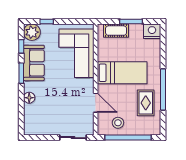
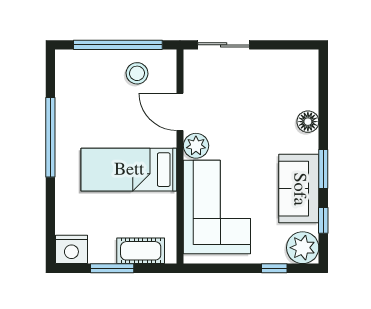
plant: (87, 85) -> (196, 146), added
rug: (146, 103) -> (84, 112), removed

